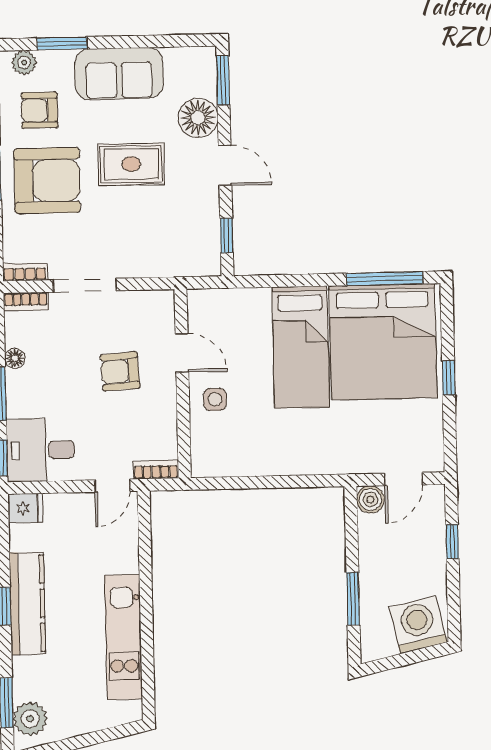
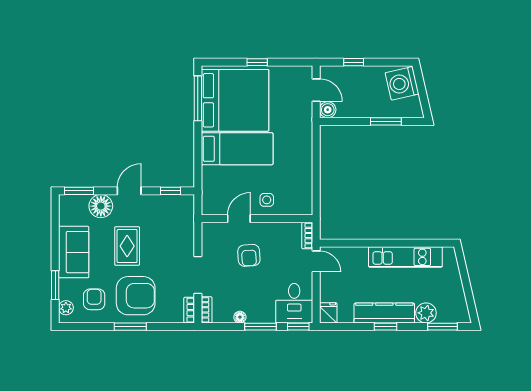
armchair: (39, 110) -> (94, 299), turned 180
armchair: (47, 181) -> (136, 296), turned 90
plant: (30, 719) -> (426, 313), moved

